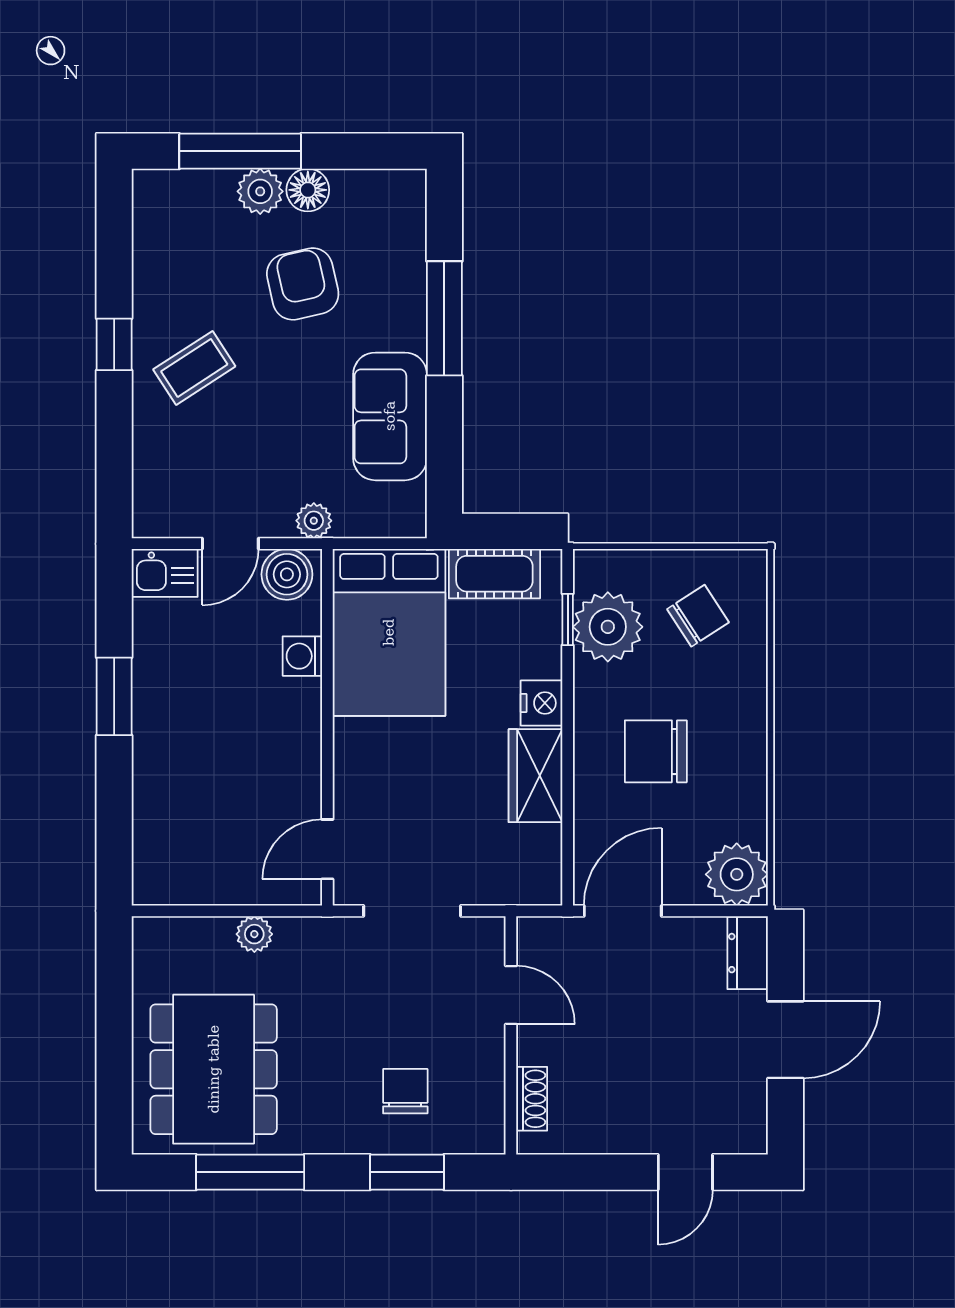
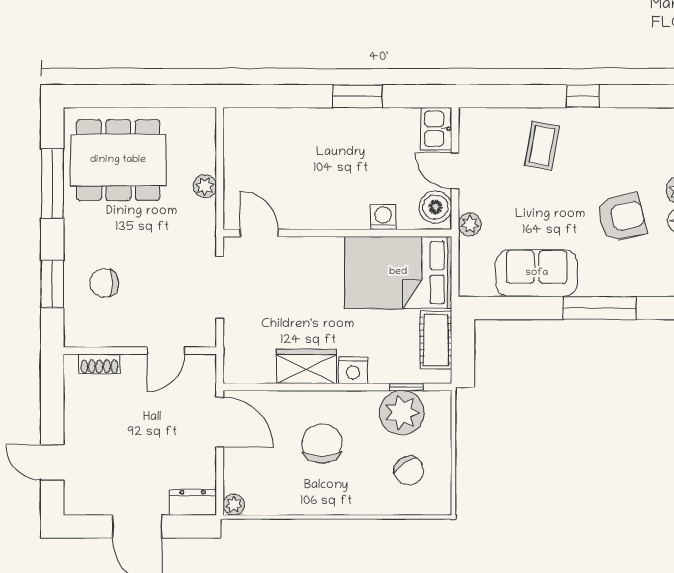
coffee table: (194, 368) -> (542, 146), moved, turned 43
plant: (737, 874) -> (234, 505), width x0.53, depth x0.53
chair: (405, 1091) -> (104, 283), turned 180

